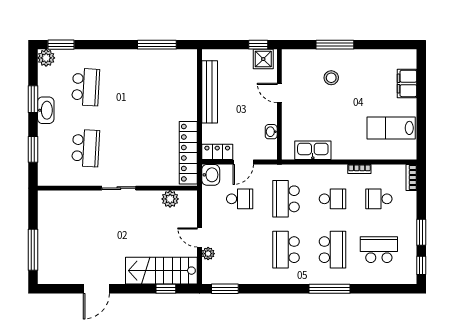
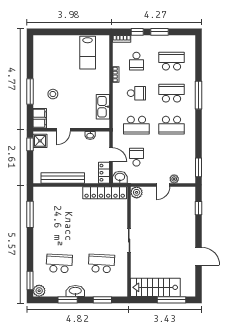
filing cabinet: (407, 83) -> (40, 118), moved, turned -90
plant: (170, 199) -> (137, 192), moved
school desk: (332, 199) -> (136, 93), turned 90
school desk: (379, 250) -> (171, 61), turned 90
window: (421, 265) -> (137, 32), moved
stairs: (161, 271) -> (155, 287), moved, turned 90

